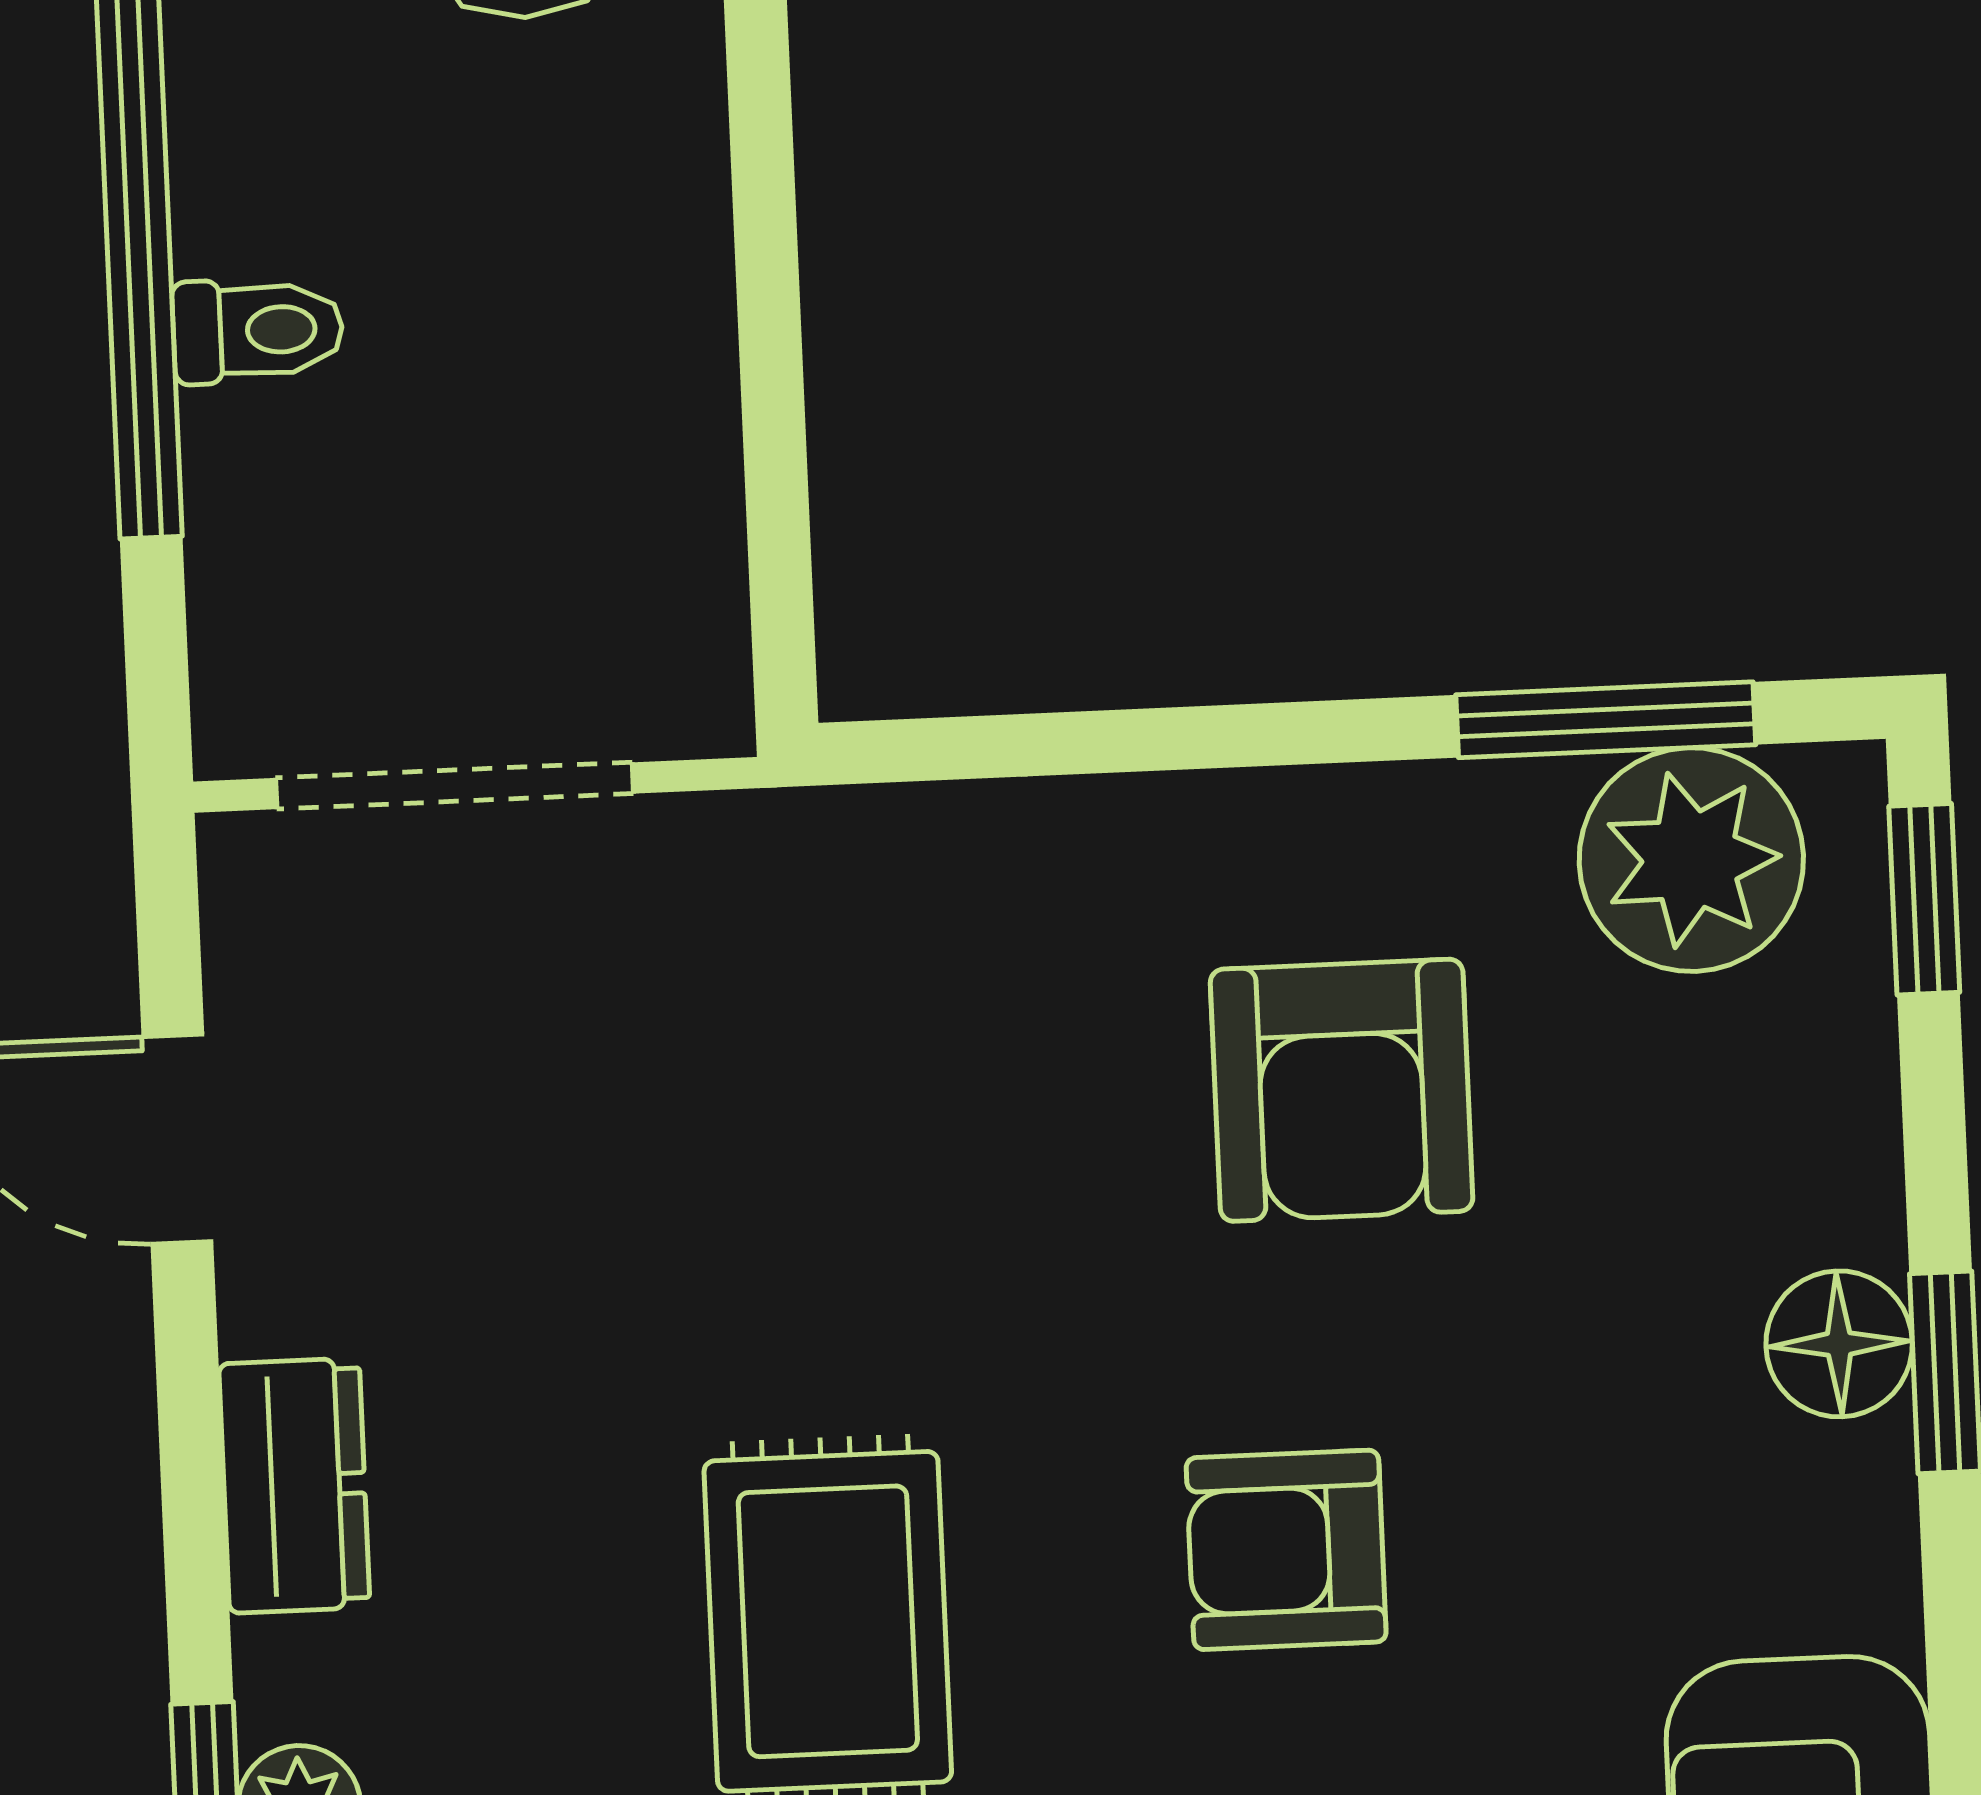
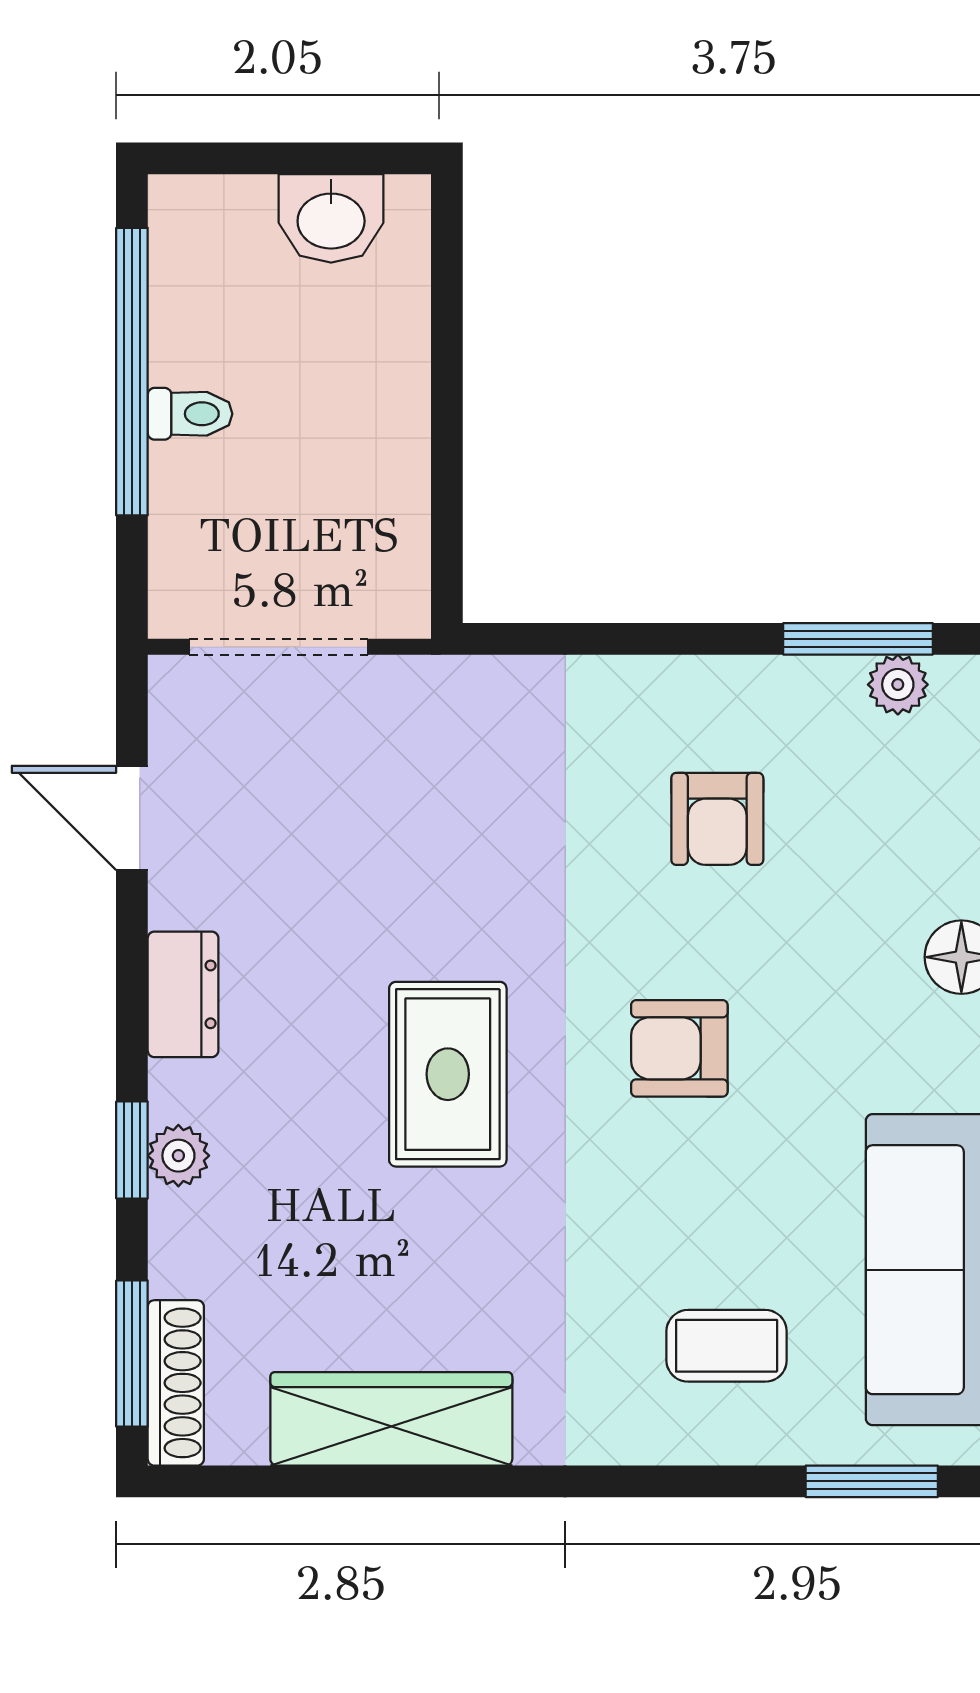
plant: (1691, 860) -> (898, 685), width x0.53, depth x0.53
armchair: (1342, 1090) -> (717, 819), width x0.72, depth x0.72

